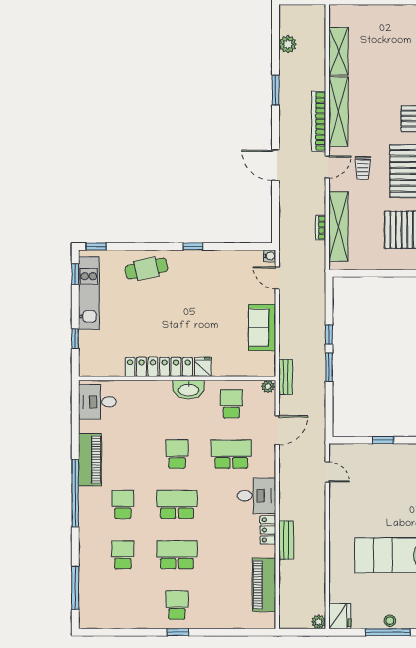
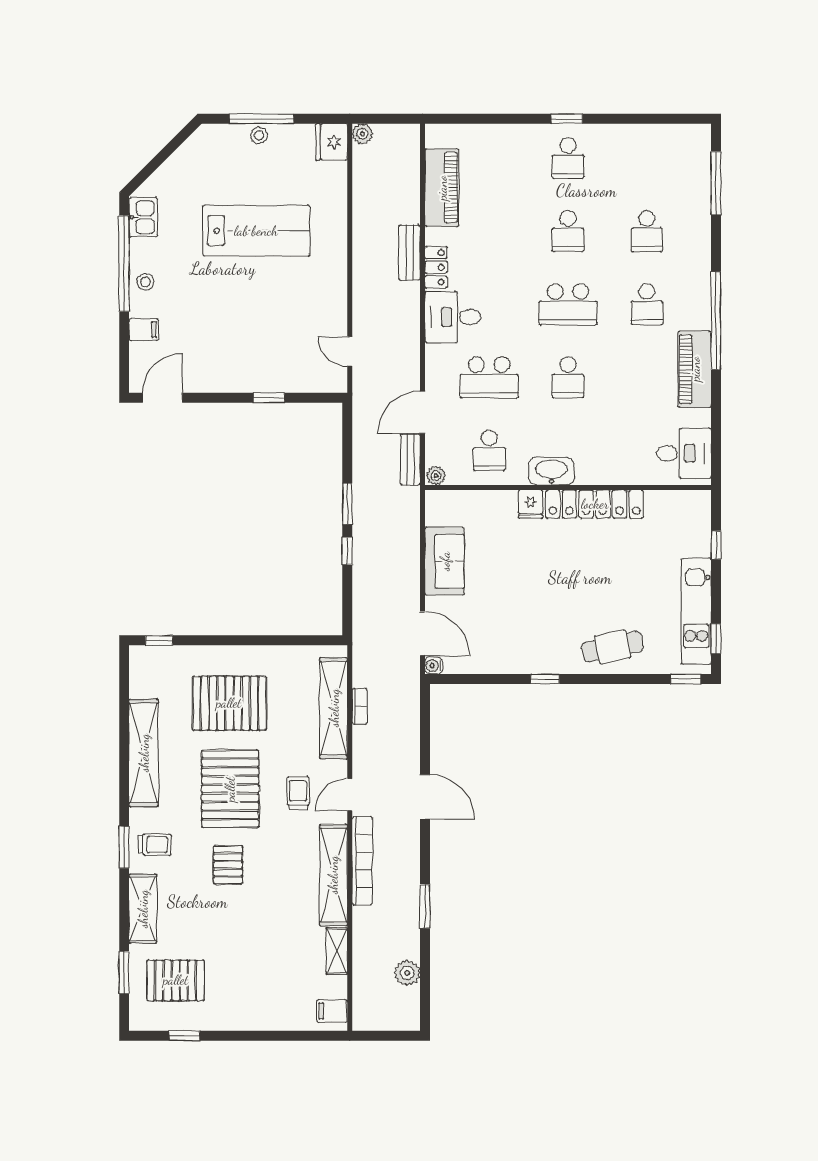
filing cabinet: (340, 18) -> (332, 1011), added
shelving: (339, 51) -> (337, 951), width x0.67, depth x0.75
door: (277, 278) -> (422, 634), width x1.38
bench: (286, 377) -> (410, 459), moved
school desk: (177, 555) -> (568, 231), width x0.54

